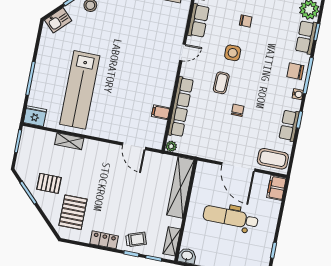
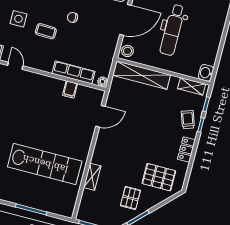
row of seats: (181, 107) -> (73, 72), width x0.73
fridge: (35, 116) -> (67, 207), removed
stool: (205, 171) -> (127, 51), added

